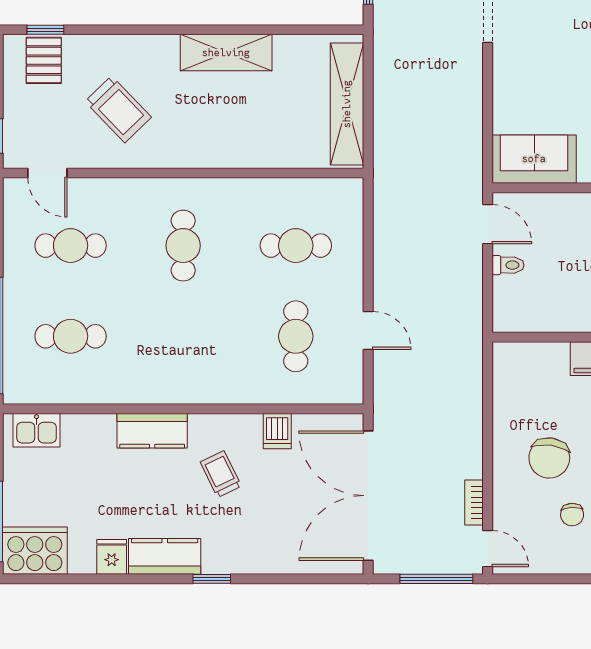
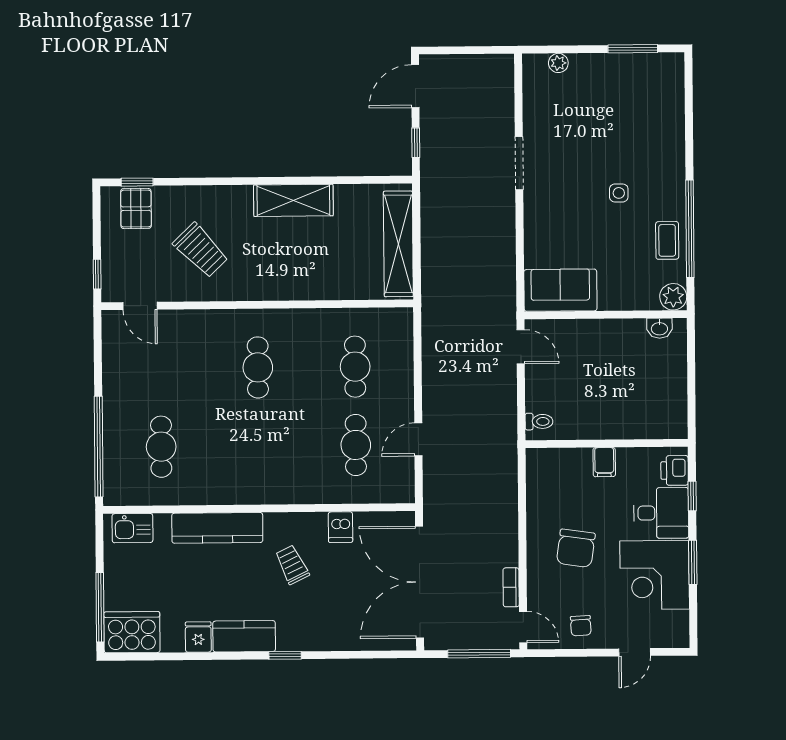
cafe table: (71, 246) -> (160, 368), removed
cafe table: (296, 246) -> (355, 367), turned 90
toilet: (508, 265) -> (539, 421), moved
door: (368, 330) -> (418, 439), swing flipped
cafe table: (71, 336) -> (161, 447), turned 90
kitchen counter: (152, 431) -> (217, 528), width x1.50
chair: (572, 515) -> (581, 626), moved

